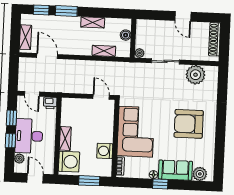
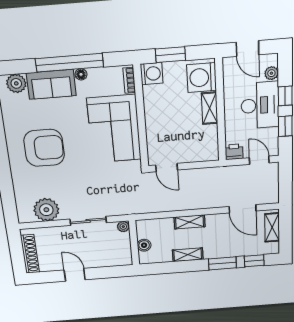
shelving: (104, 51) -> (190, 222), moved
washing machine: (105, 151) -> (152, 74), moved
window: (160, 184) -> (69, 63), width x3.17

